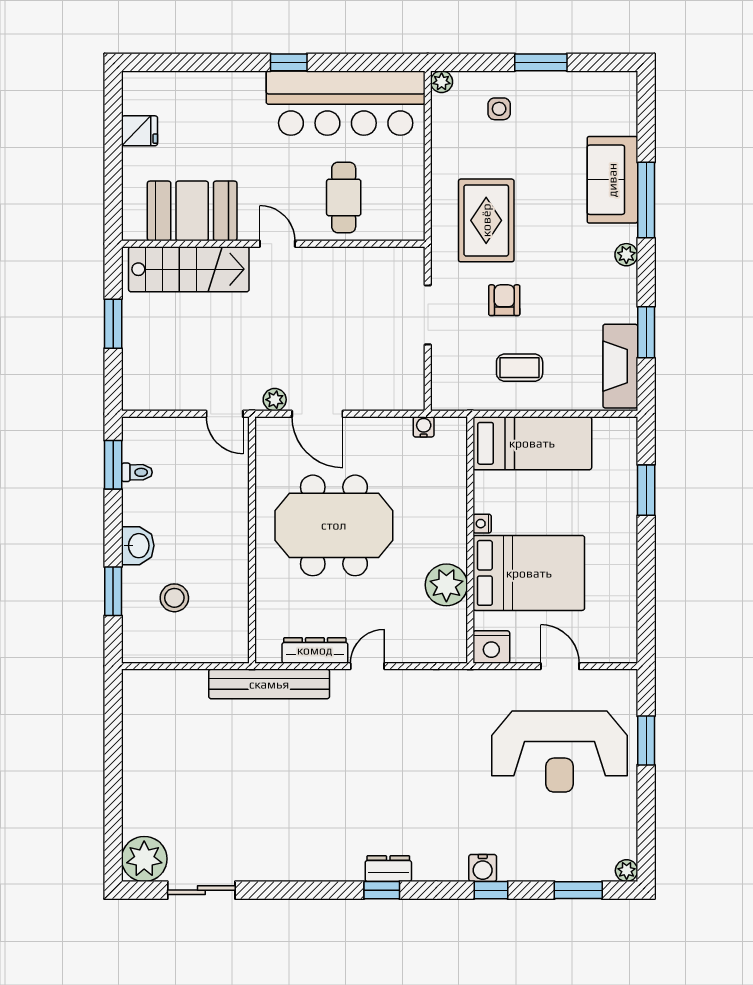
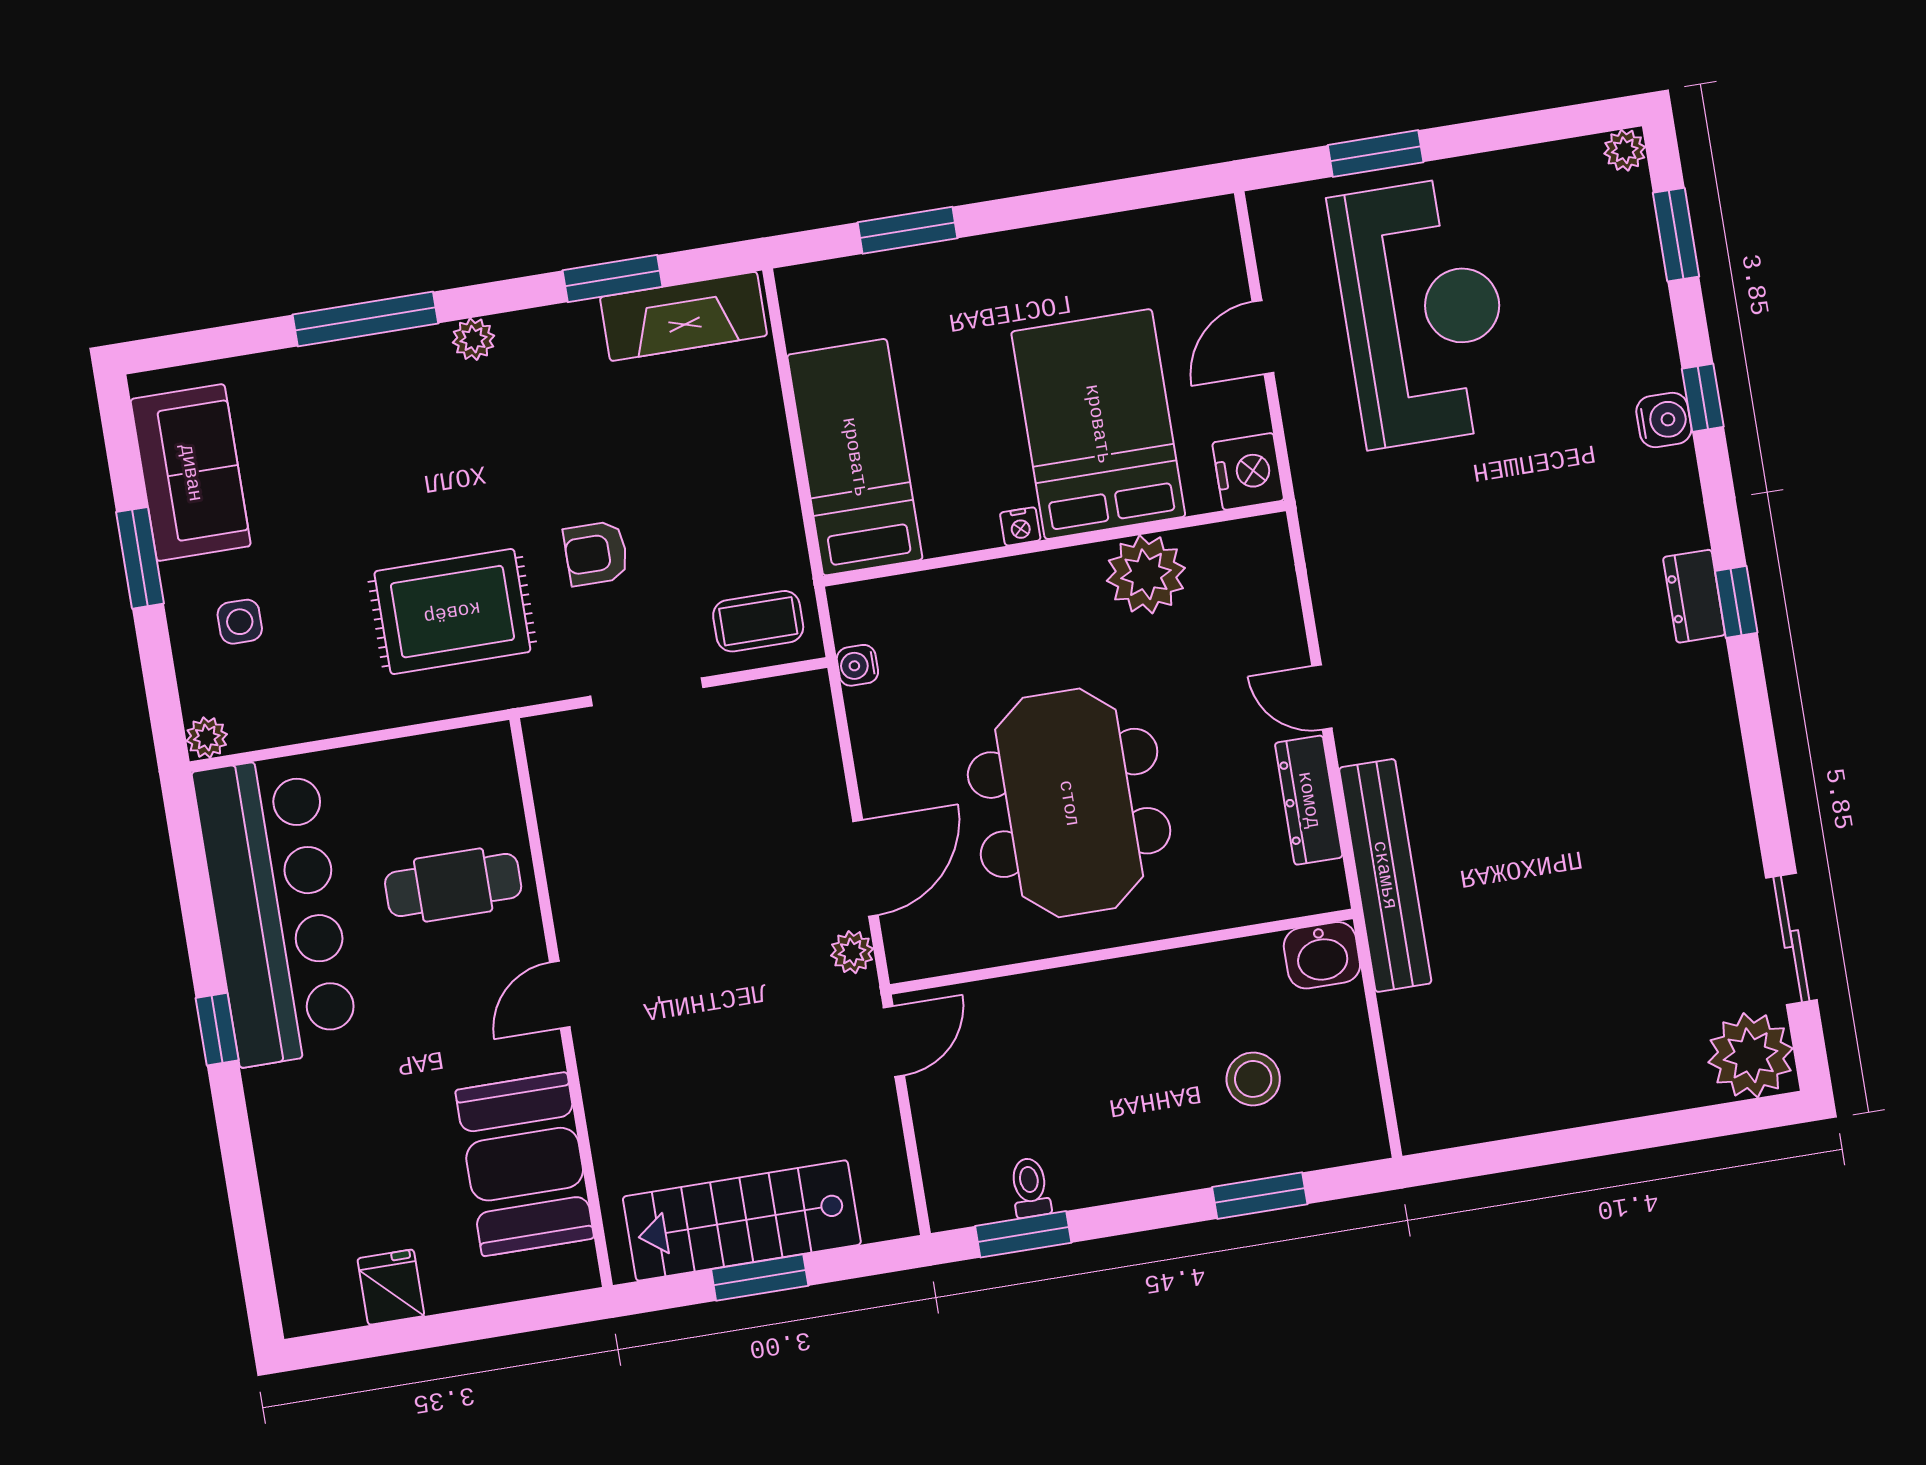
sofa: (612, 180) -> (191, 473), moved, turned -90
stairs: (189, 269) -> (742, 1221), moved, turned -90
coffee table: (520, 368) -> (758, 621), moved, turned 90
washbasin: (138, 546) -> (1322, 955), moved, turned 180

